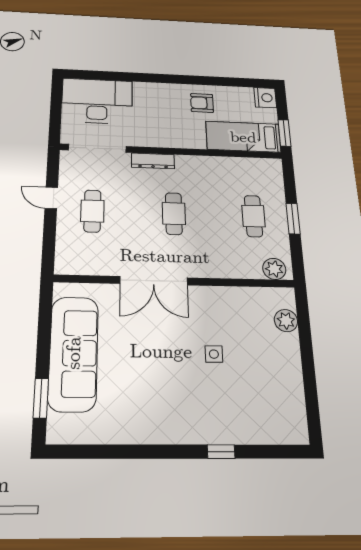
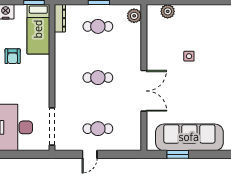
dresser: (153, 161) -> (60, 18), moved
window: (41, 398) -> (178, 154), moved

